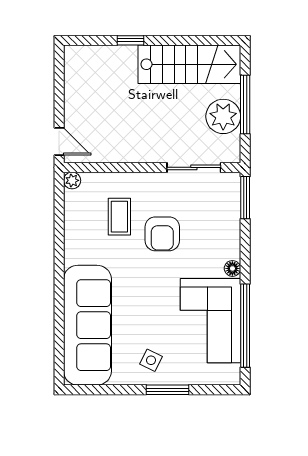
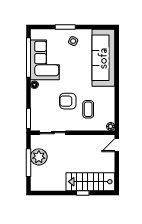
stairs: (189, 64) -> (90, 182), moved
door: (59, 141) -> (117, 145), hinge flipped
armchair: (162, 234) -> (68, 101), turned -90

